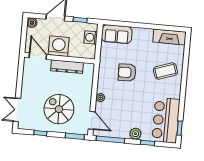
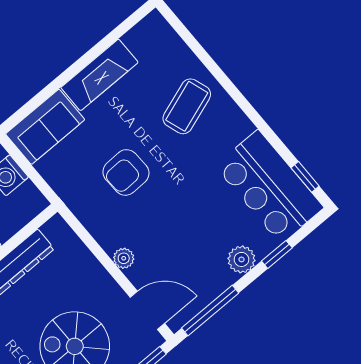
fireplace: (169, 37) -> (99, 75), moved

